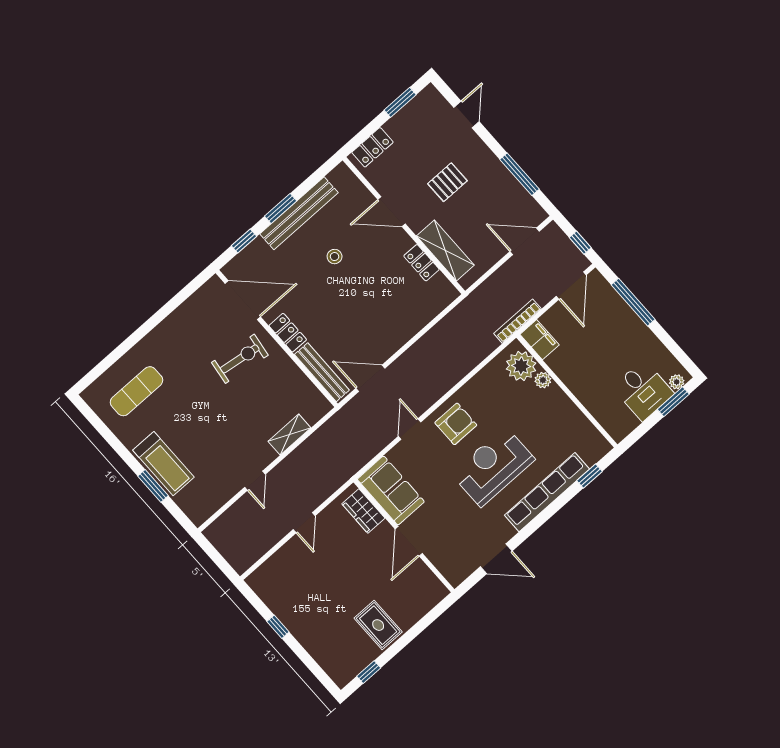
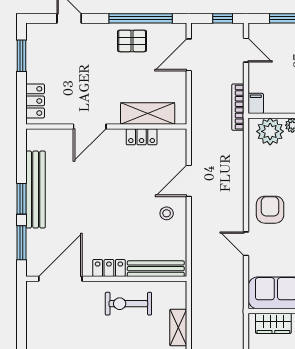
window: (520, 174) -> (141, 18), width x1.46
pallet: (447, 182) -> (132, 41), moved, turned 90
window: (244, 241) -> (21, 243), width x1.50
stool: (335, 257) -> (167, 213), moved
door: (571, 286) -> (246, 50), width x0.73
filing cabinet: (540, 340) -> (256, 103), width x0.50
exercise bike: (240, 359) -> (128, 304), moved, turned -98
door: (370, 378) -> (189, 181), moved

